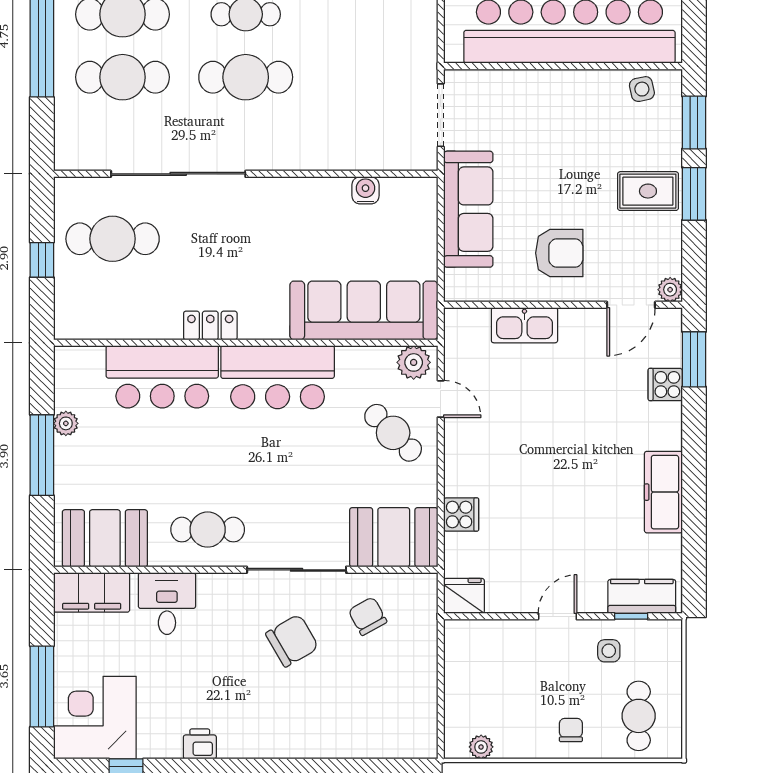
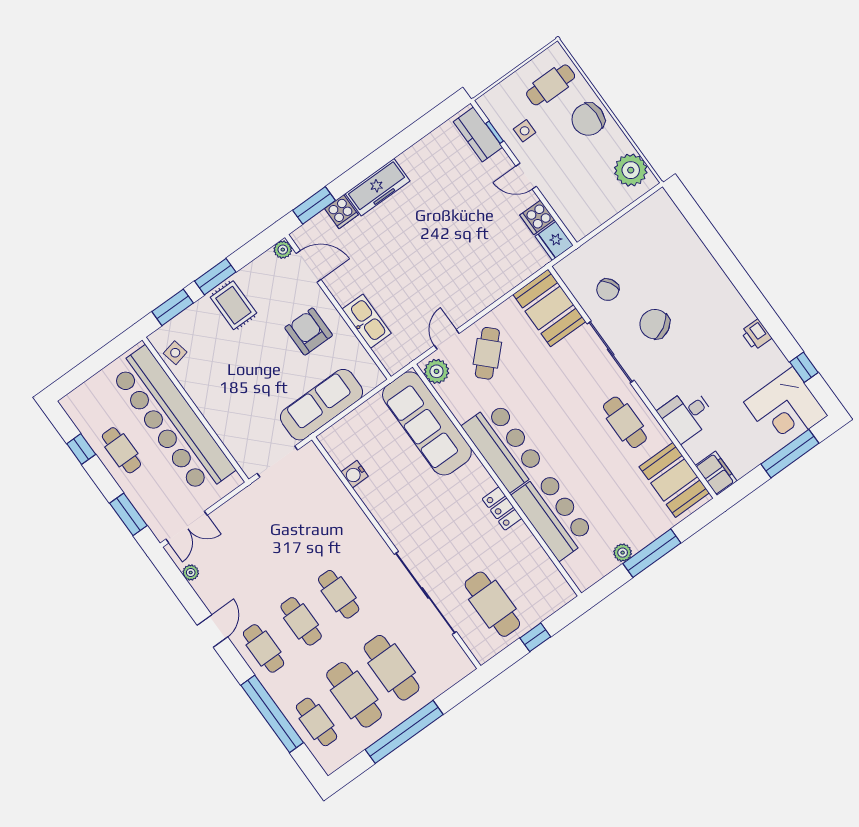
cafe table: (246, 77) -> (339, 594), width x0.73, depth x0.74
freezer: (663, 492) -> (378, 187), moved
cooker: (461, 514) -> (537, 217), moved, turned -90
filing cabinet: (92, 592) -> (716, 473), width x0.67, depth x0.86
chair: (571, 730) -> (588, 119), width x1.87, depth x1.87
plant: (481, 747) -> (631, 170), width x1.88, depth x1.88

